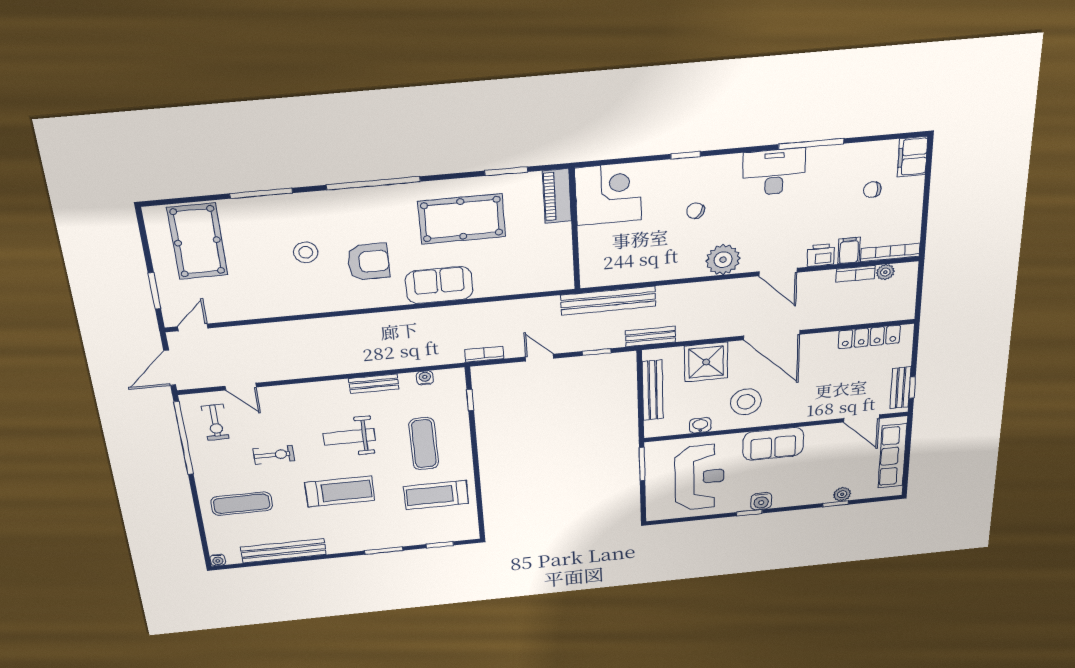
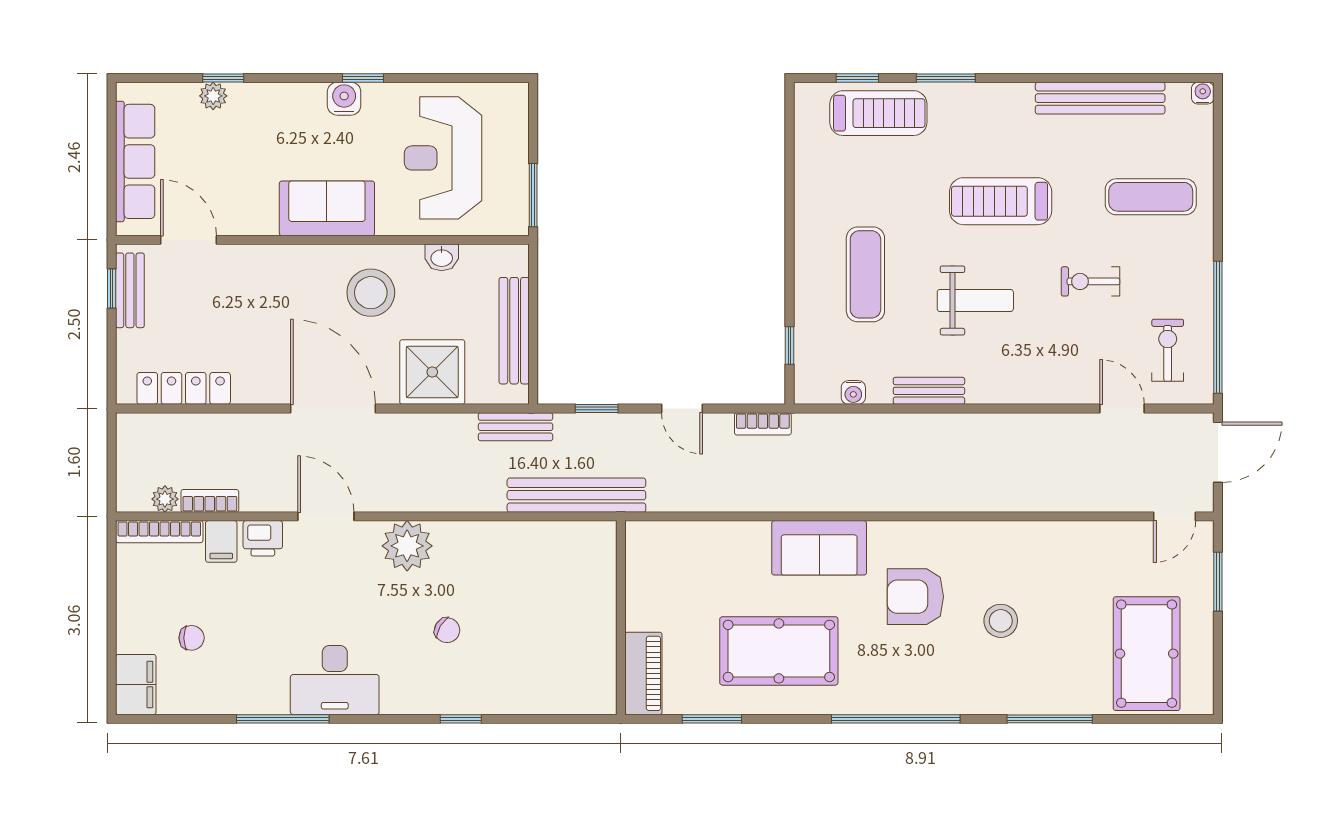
corner desk: (608, 194) -> (571, 669), removed
treadmill: (436, 495) -> (878, 113), moved

